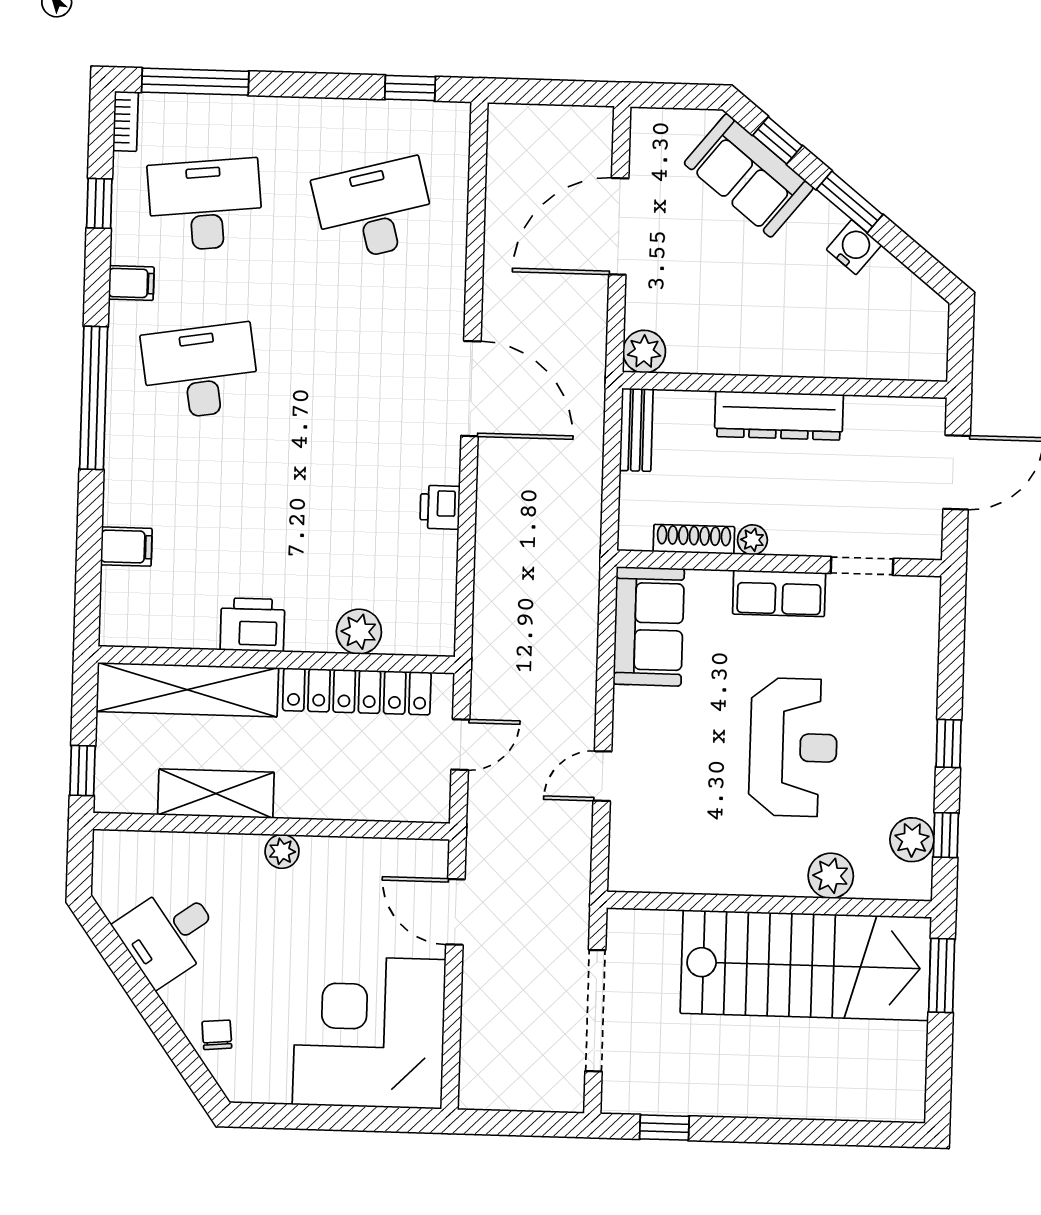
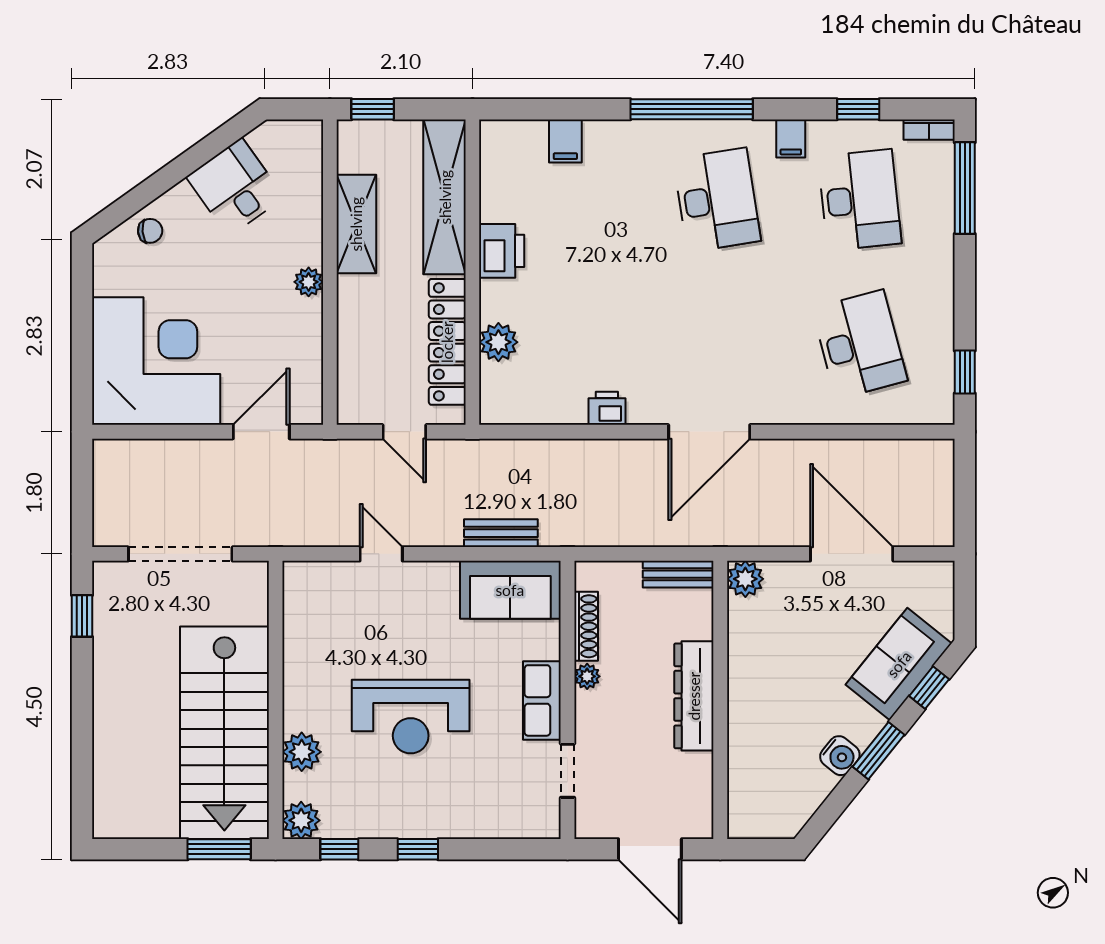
bench: (582, 635) -> (501, 533), added
plant: (912, 840) -> (301, 820), moved

